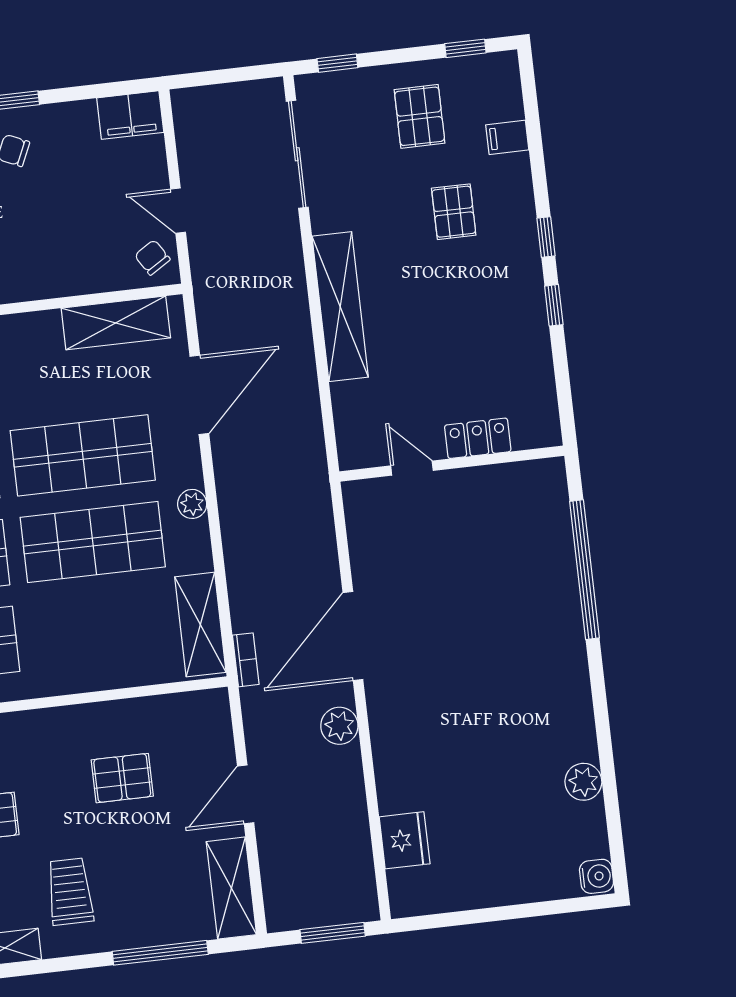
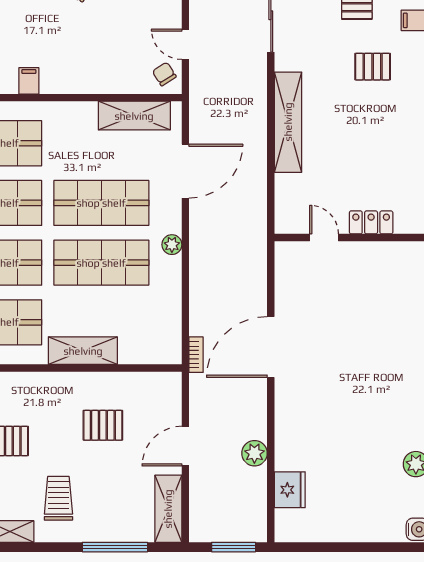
pallet: (454, 212) -> (373, 67), turned 90
shelving: (200, 625) -> (83, 351), moved, turned 90
plant: (339, 726) -> (254, 453), moved

